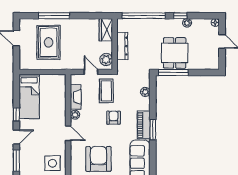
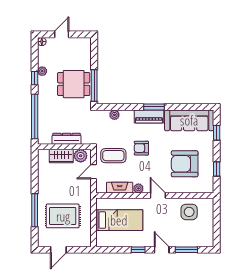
wardrobe: (106, 30) -> (61, 156), moved
bed: (29, 97) -> (119, 220), moved
door: (68, 133) -> (158, 196), hinge flipped

